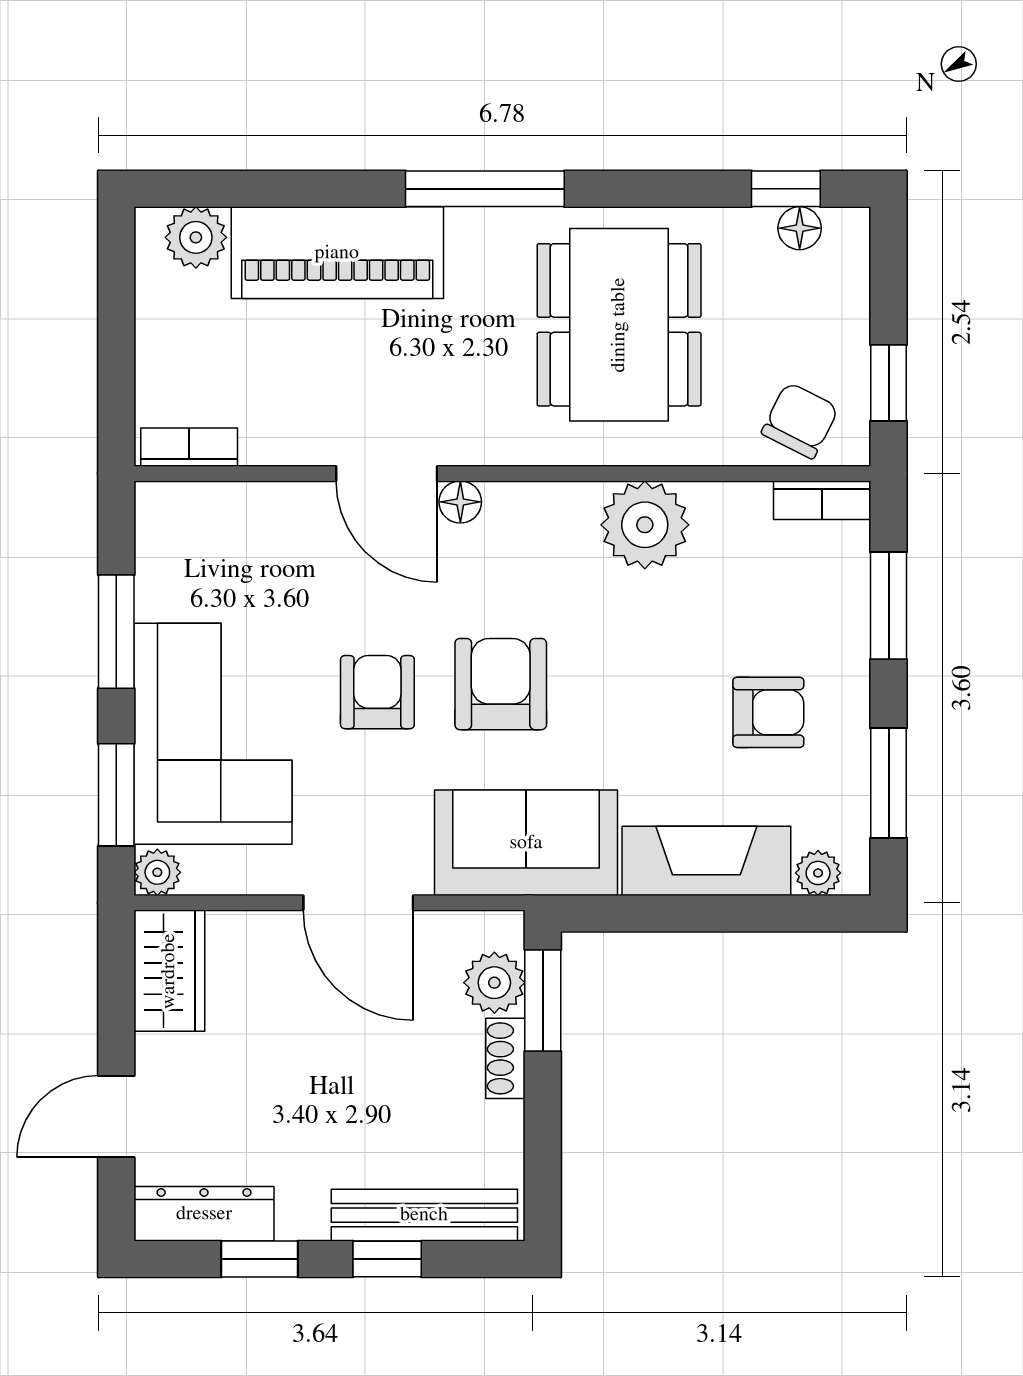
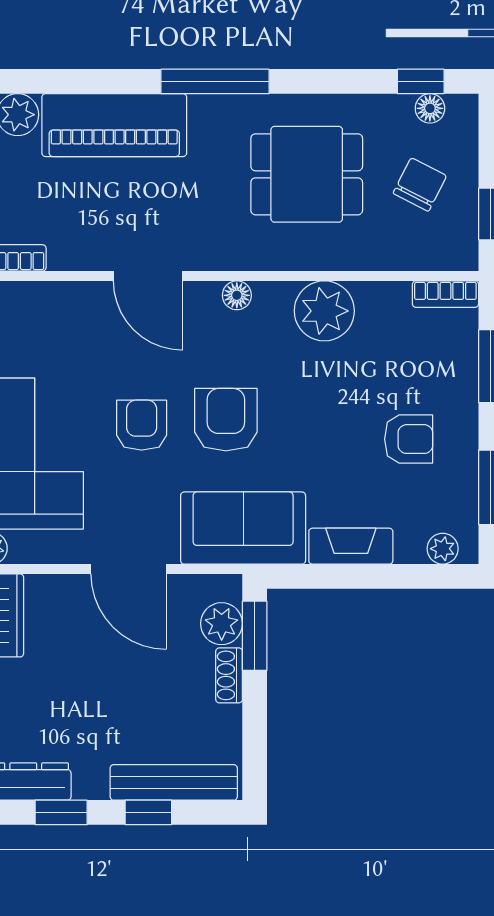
dining table: (619, 325) -> (307, 174), width x0.73
chair: (800, 420) -> (420, 185), moved
floor lamp: (460, 502) -> (237, 295), moved
fireplace: (706, 861) -> (351, 546), width x0.73, depth x0.76

